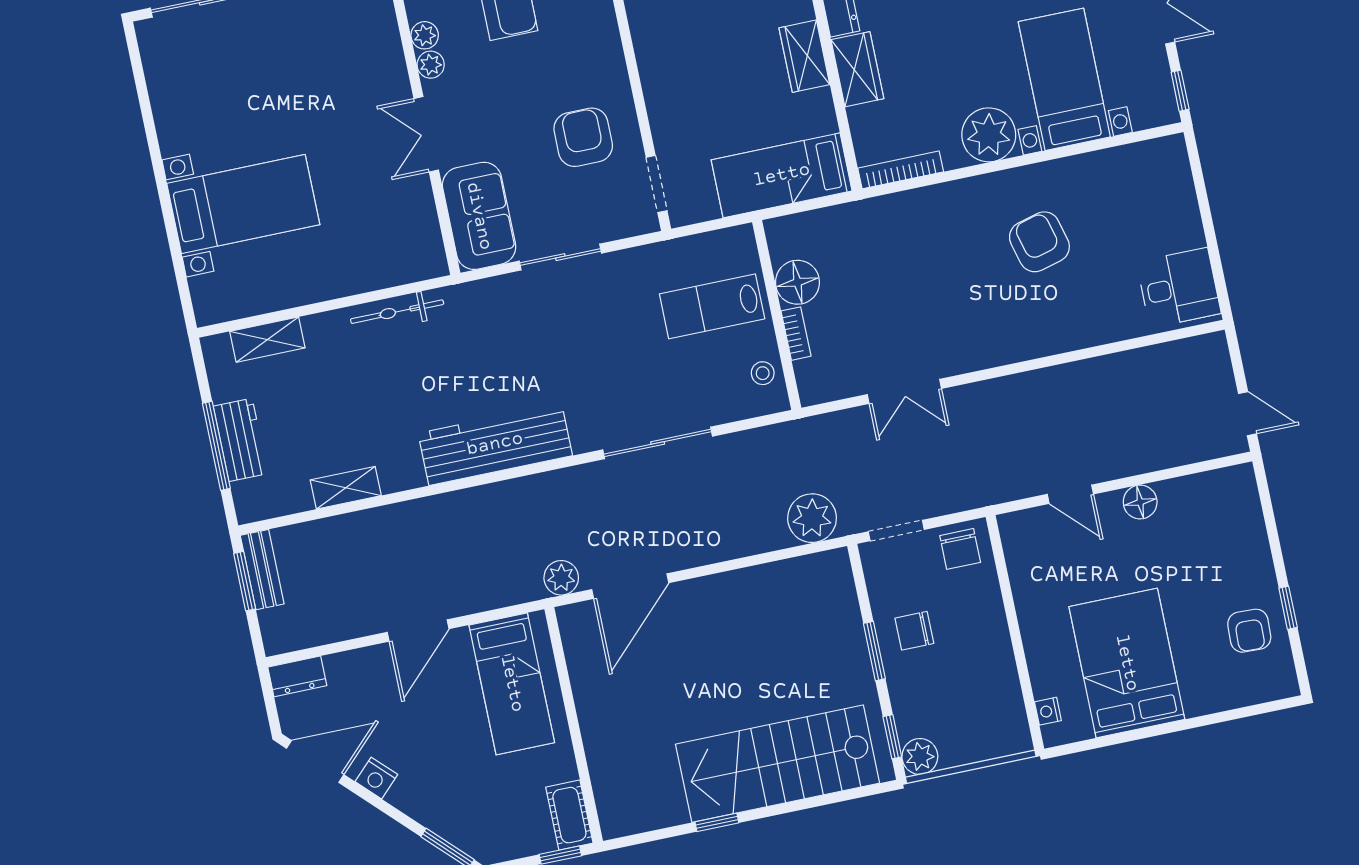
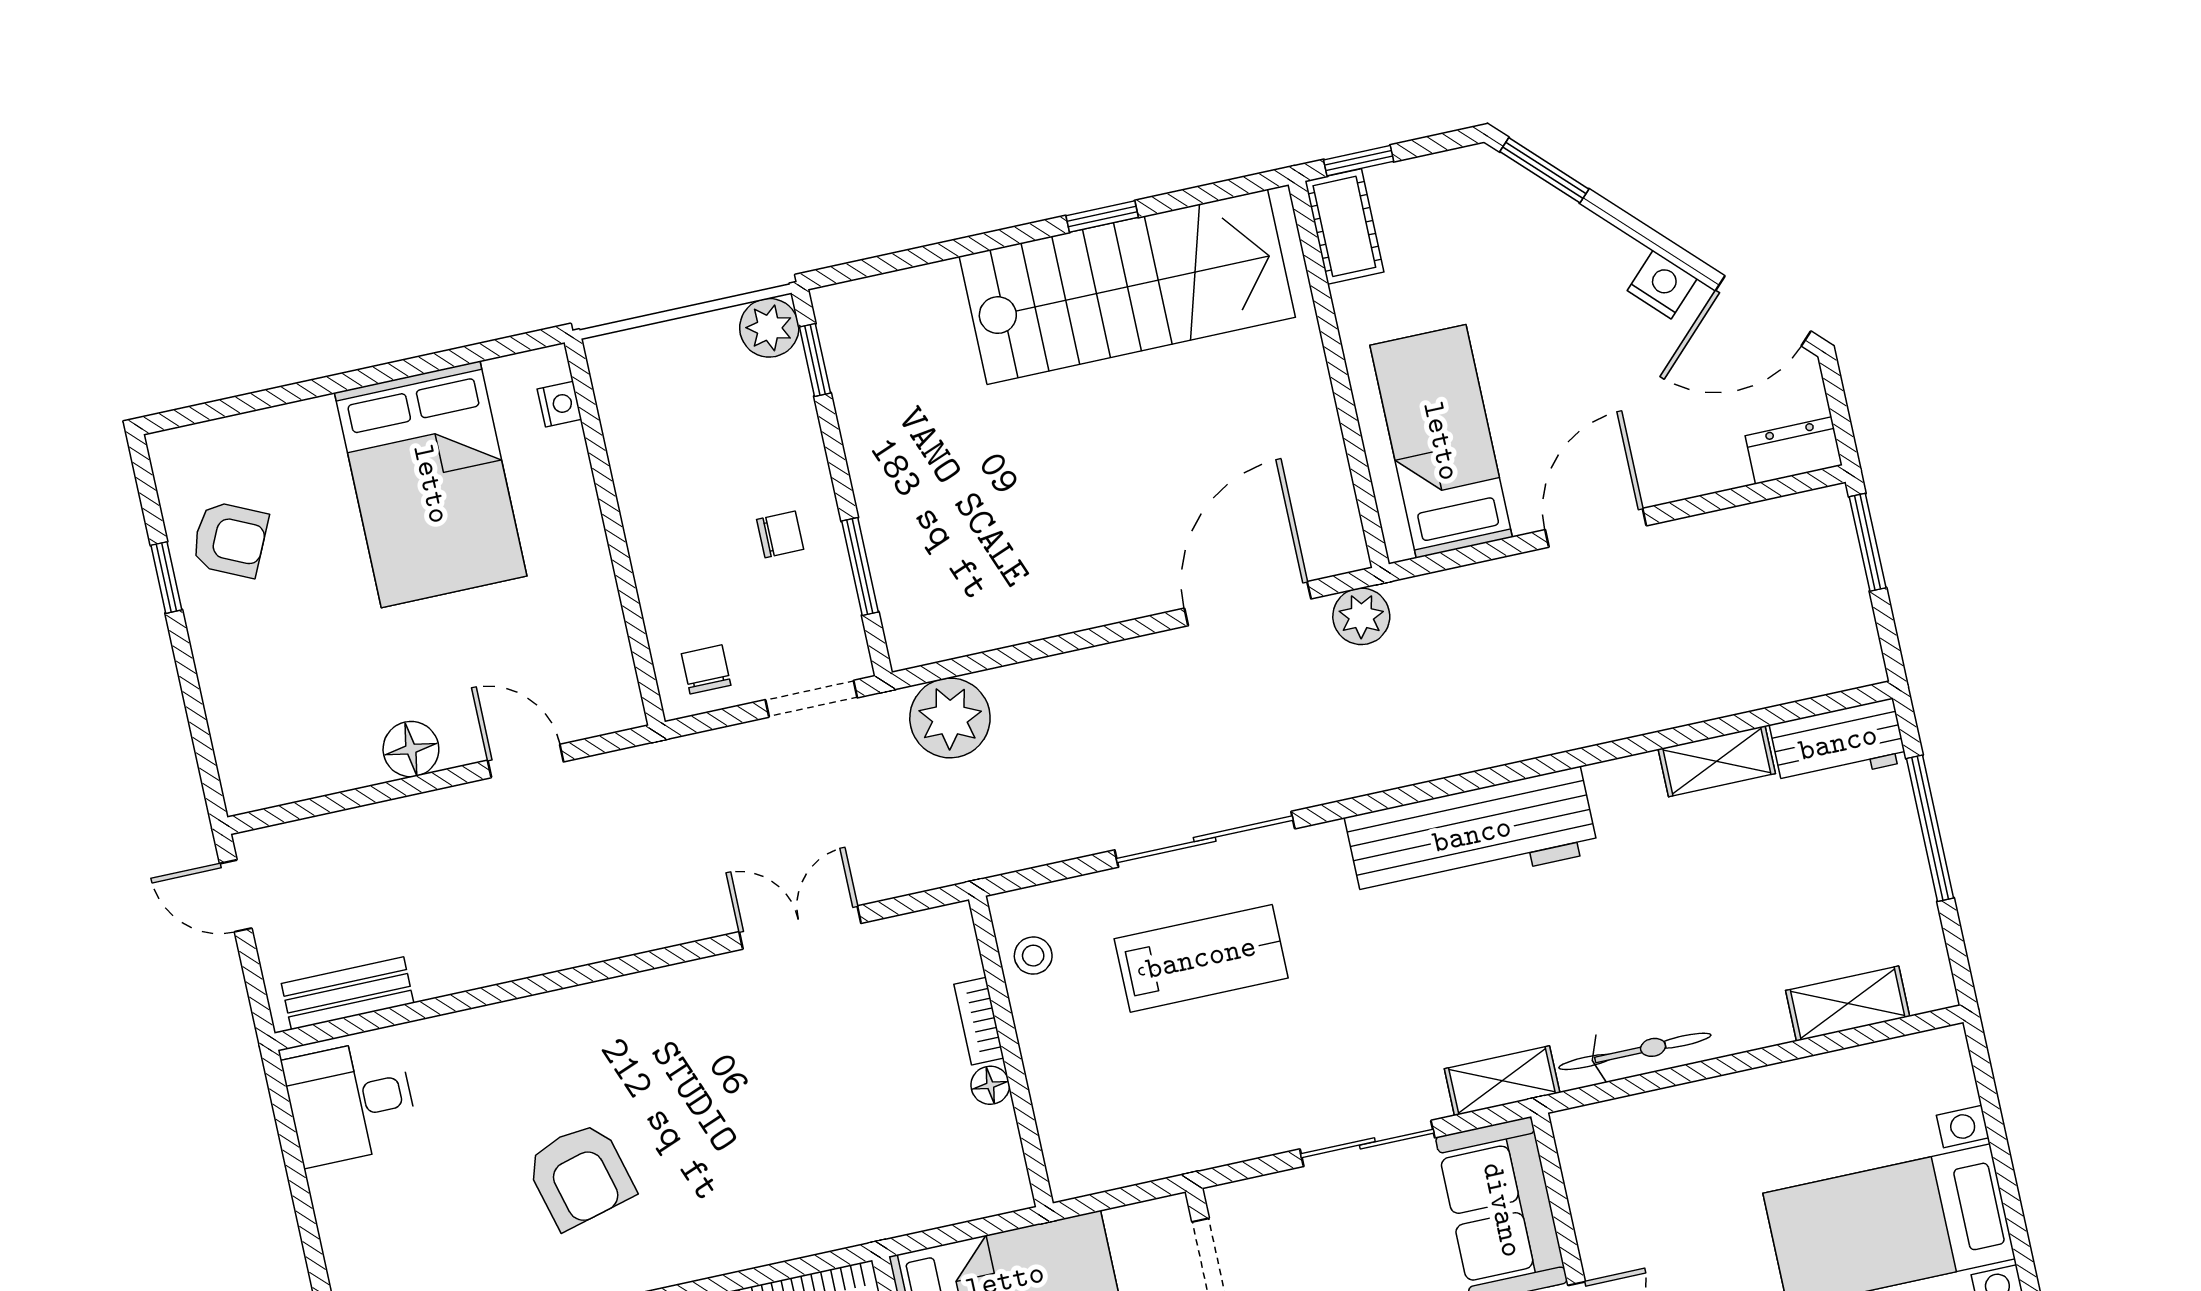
floor lamp: (797, 282) -> (990, 1085), width x0.53, depth x0.53
shelving: (478, 294) -> (1502, 1081), added
lab bench: (712, 306) -> (1201, 958), moved
workbench: (241, 440) -> (1838, 743), moved, turned -90
chair: (960, 549) -> (706, 669), width x0.73, depth x0.73
bench: (262, 570) -> (348, 993), moved, turned 90
window: (245, 581) -> (1868, 542), moved
chair: (914, 631) -> (780, 534), width x0.73, depth x0.73
armchair: (1249, 631) -> (230, 539), turned 113
window: (874, 651) -> (860, 567), moved
stairs: (778, 764) -> (1127, 287), moved

